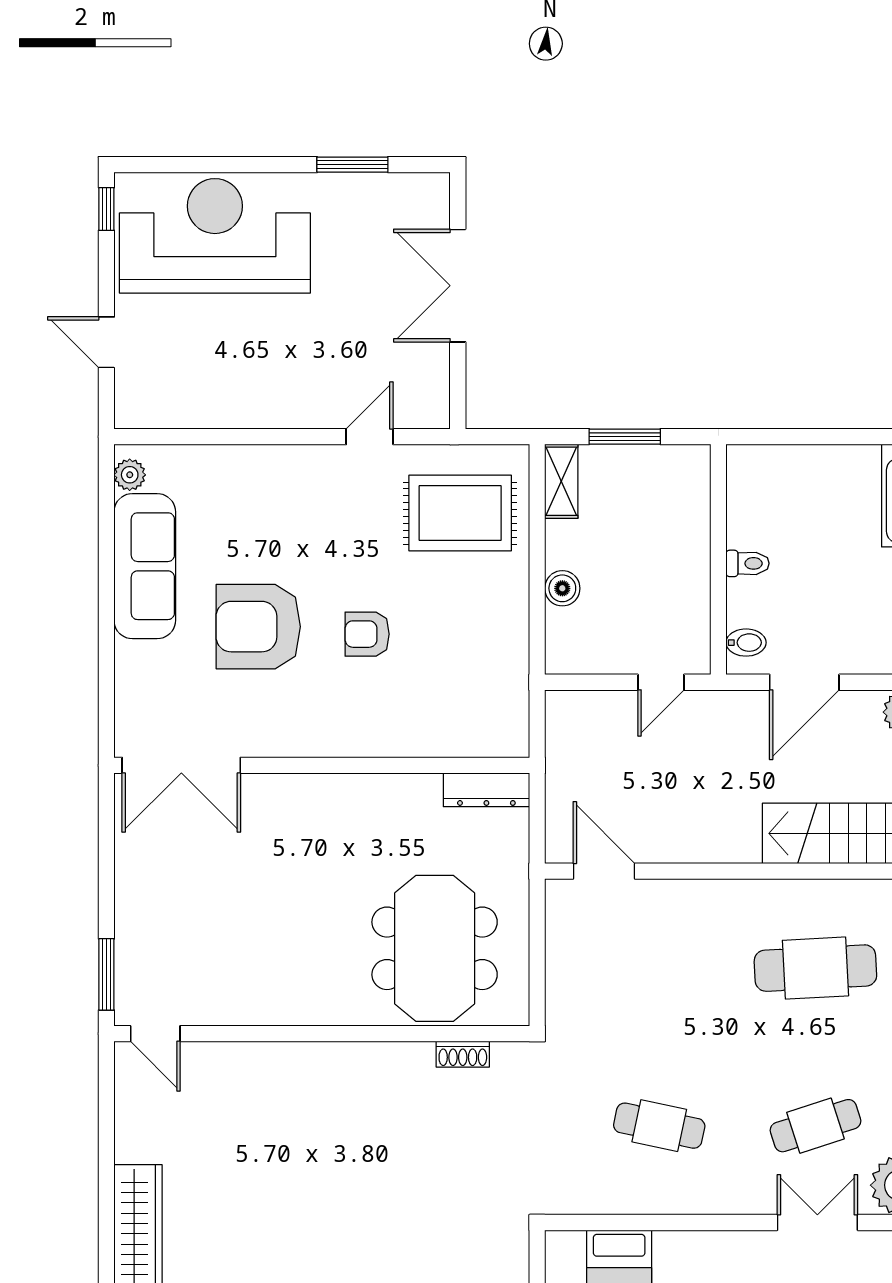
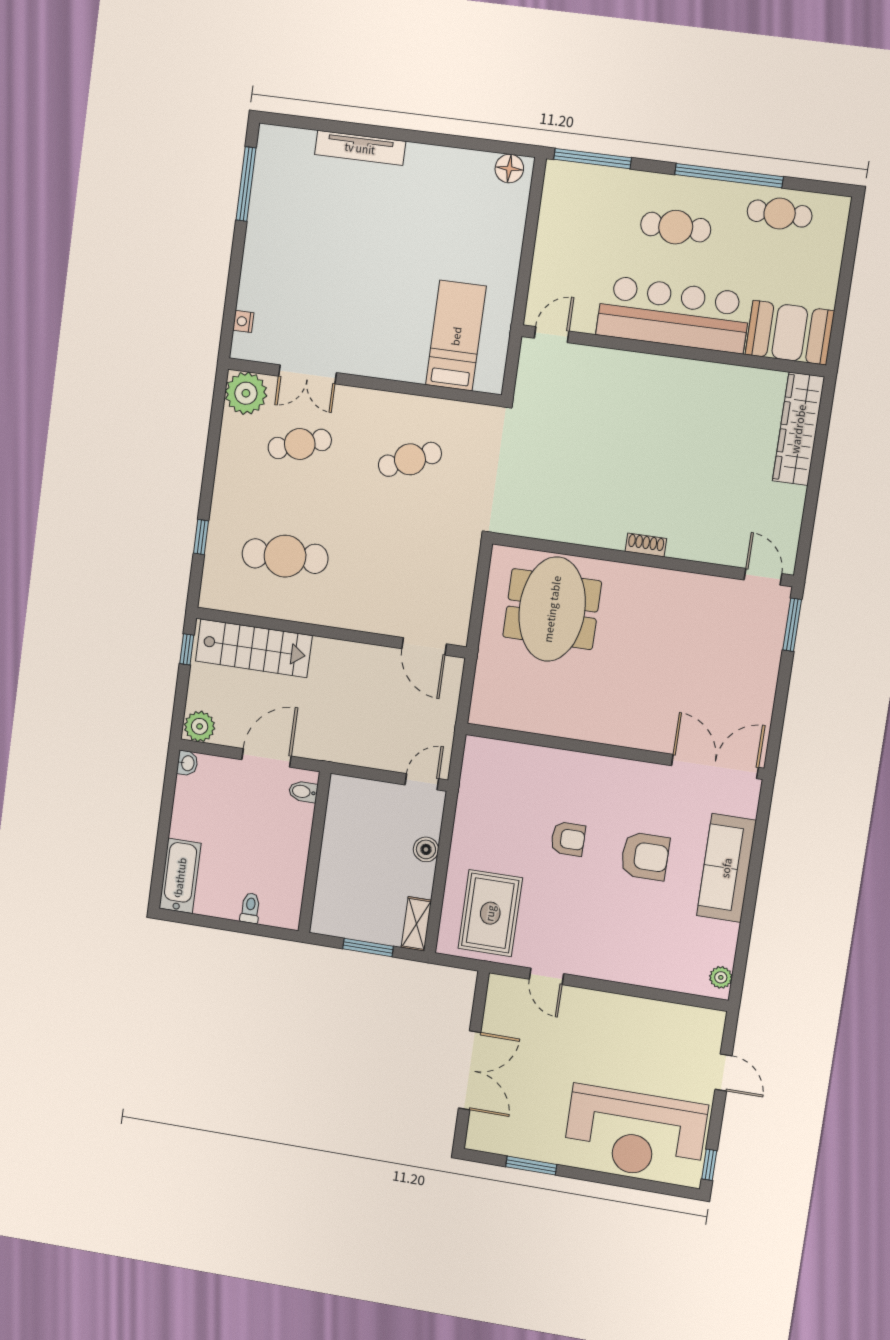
door: (370, 437) -> (546, 976), hinge flipped
rug: (460, 513) -> (490, 913), turned 90
toilet: (748, 563) -> (250, 908), moved, turned 90
sofa: (145, 566) -> (726, 868), moved
armchair: (258, 627) -> (645, 856), width x0.73, depth x0.73
door: (661, 682) -> (422, 782), moved
dresser: (486, 790) -> (499, 716), removed
shoe rack: (463, 1054) -> (646, 545), moved
cafe table: (659, 1126) -> (410, 459), turned -36

